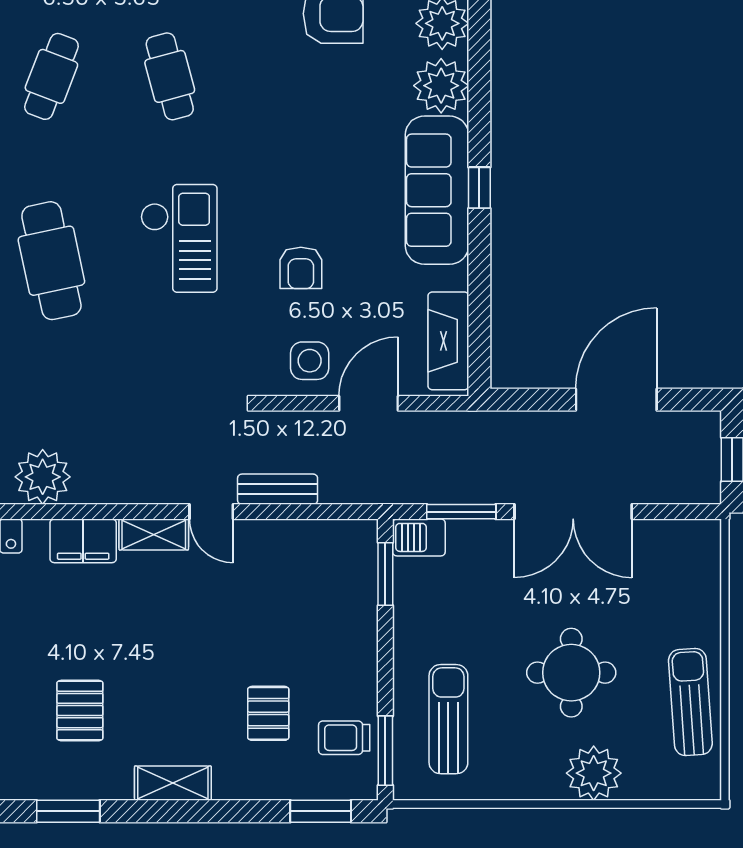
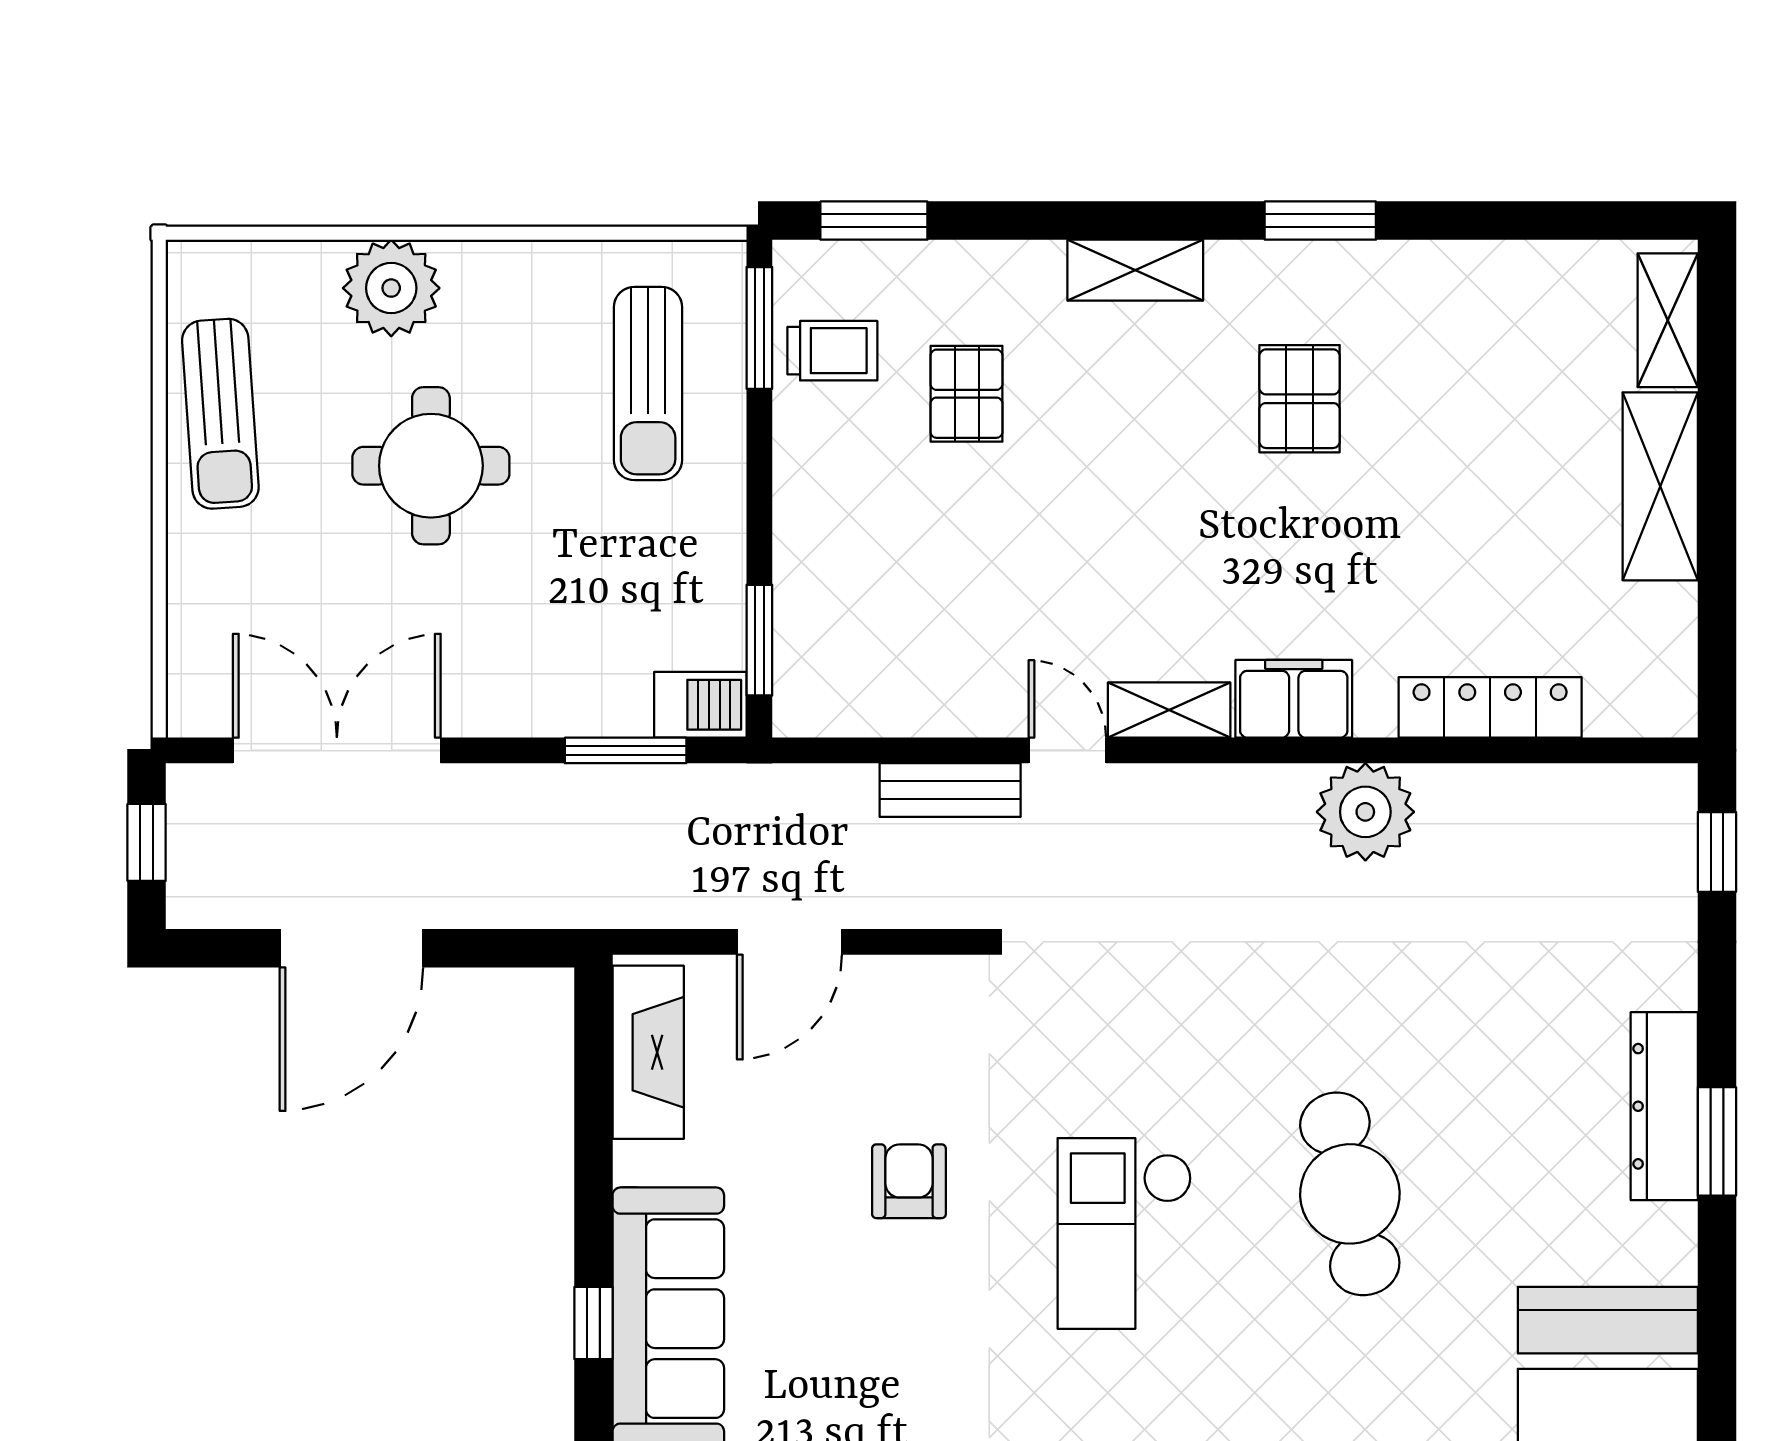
side table: (310, 361) -> (893, 1017), removed
double door: (573, 512) -> (337, 750), moved

